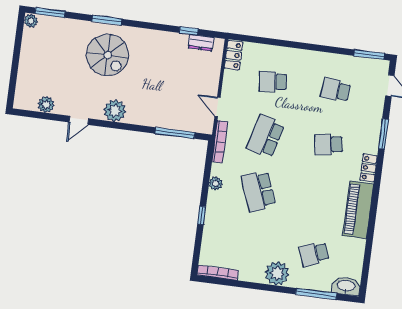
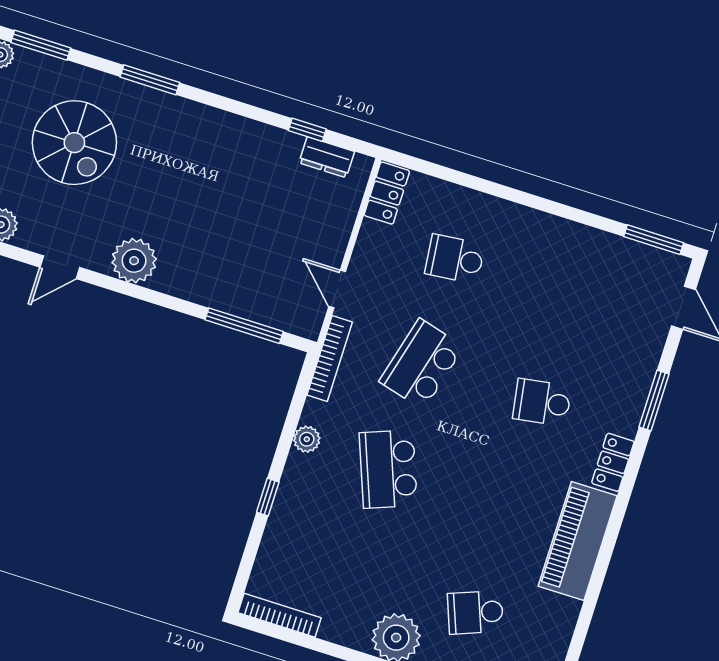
spiral stairs: (108, 55) -> (74, 143), moved
school desk: (336, 90) -> (575, 297), removed

